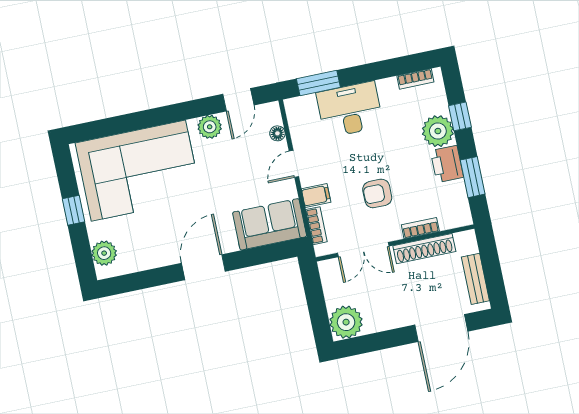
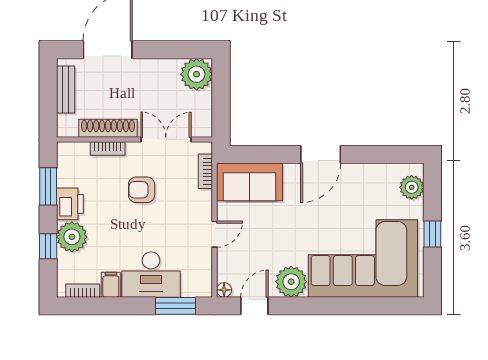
plant: (210, 127) -> (291, 282), width x1.36, depth x1.36
floor lamp: (277, 133) -> (224, 290), moved
armchair: (377, 193) -> (142, 190), turned 180
filing cabinet: (316, 196) -> (111, 285), moved, turned 90

